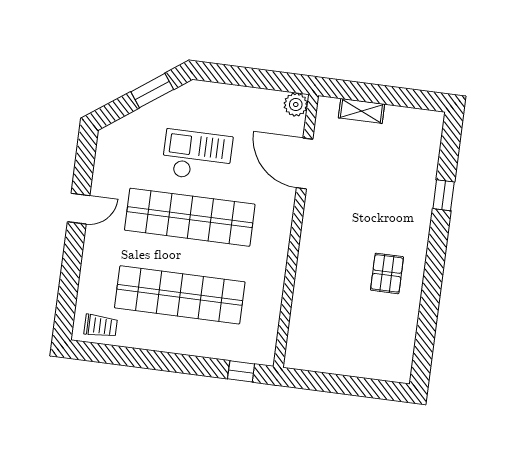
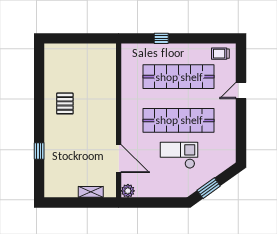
checkout: (197, 156) -> (179, 155), turned 180
door: (79, 209) -> (241, 90), moved
window: (241, 371) -> (161, 38), moved

